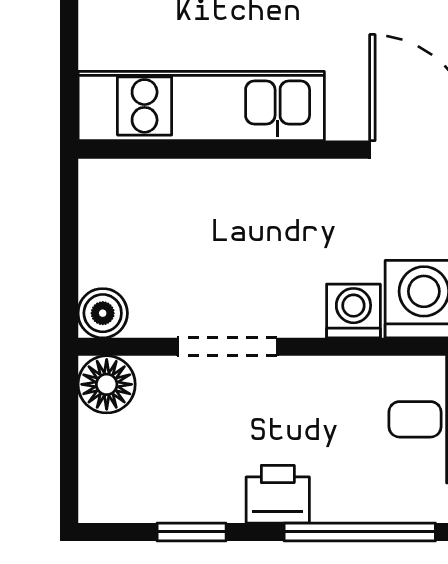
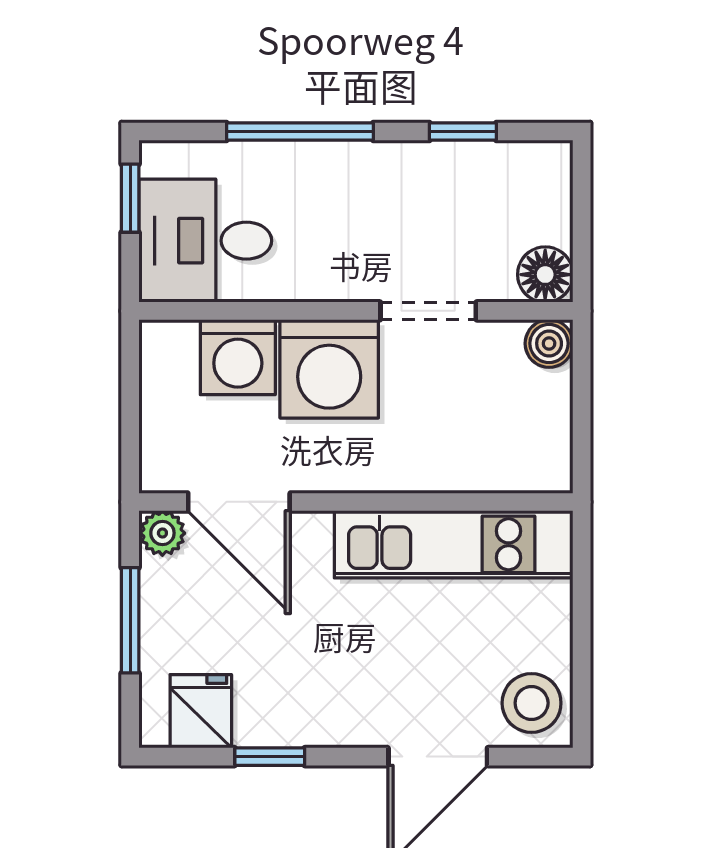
washing machine: (353, 311) -> (329, 369), width x1.89, depth x1.89
printer: (278, 494) -> (379, 168), removed

